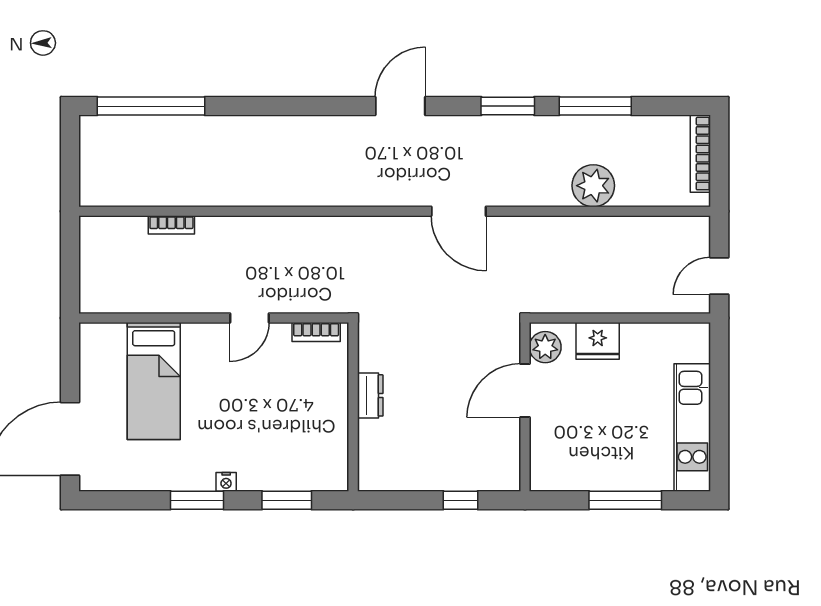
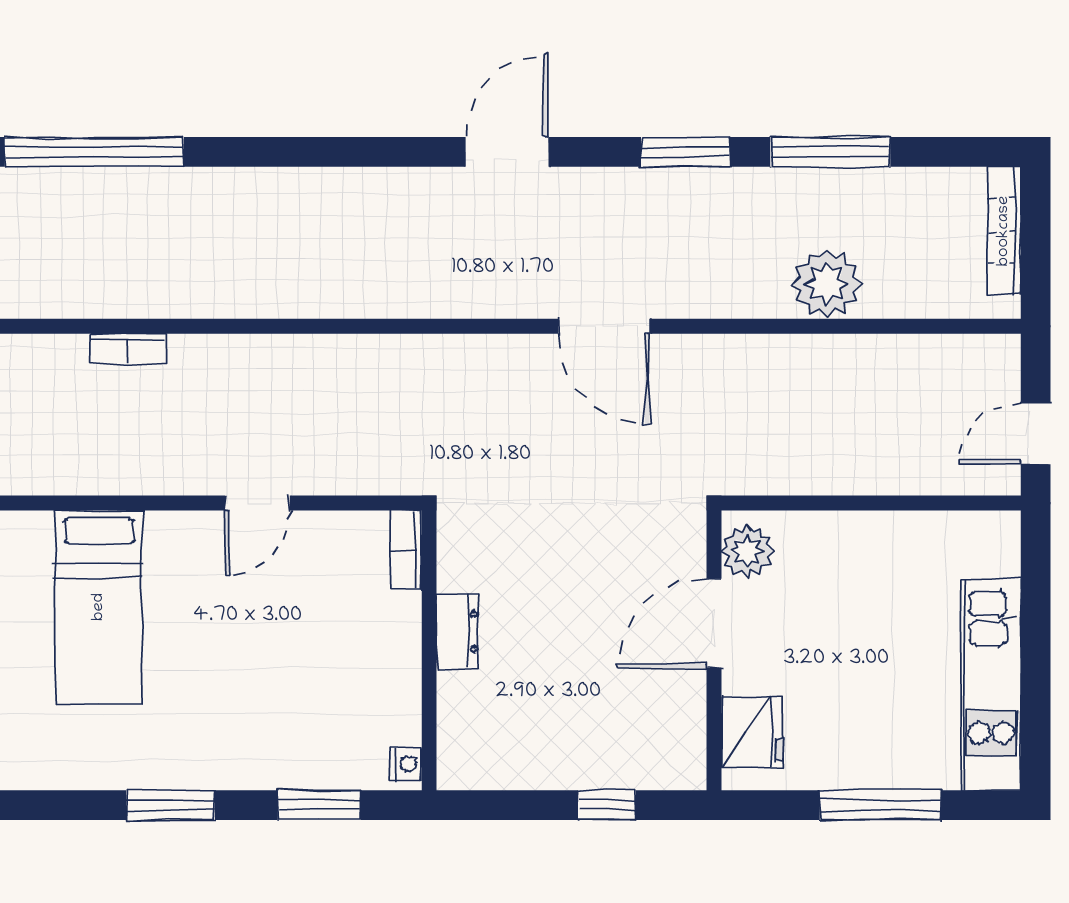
bookcase: (316, 332) -> (406, 550), moved, turned 90
fridge: (598, 341) -> (752, 731), moved, turned -90
nightstand: (226, 482) -> (406, 764), moved, turned -90

